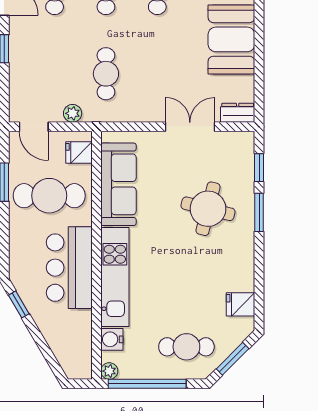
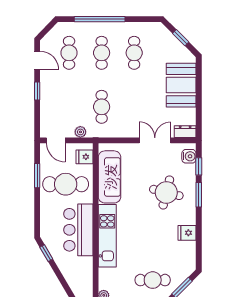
fridge: (241, 304) -> (187, 233), moved
water cooler: (112, 339) -> (189, 156), moved, turned 180

